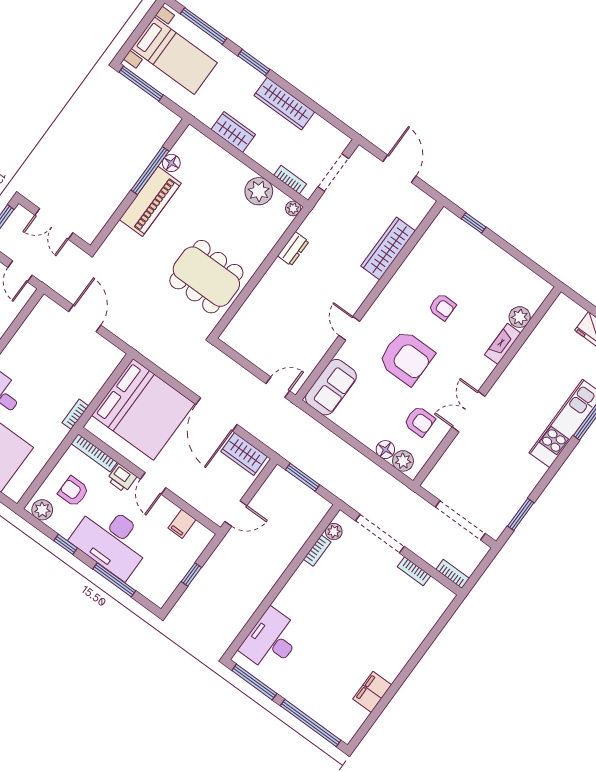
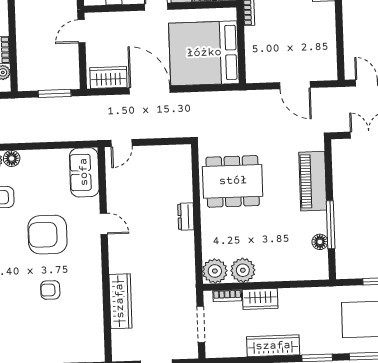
wardrobe: (233, 132) -> (260, 299), moved
piano: (150, 201) -> (313, 181), moved
plant: (293, 208) -> (215, 271), width x1.88, depth x1.88
dresser: (293, 249) -> (186, 217), moved

